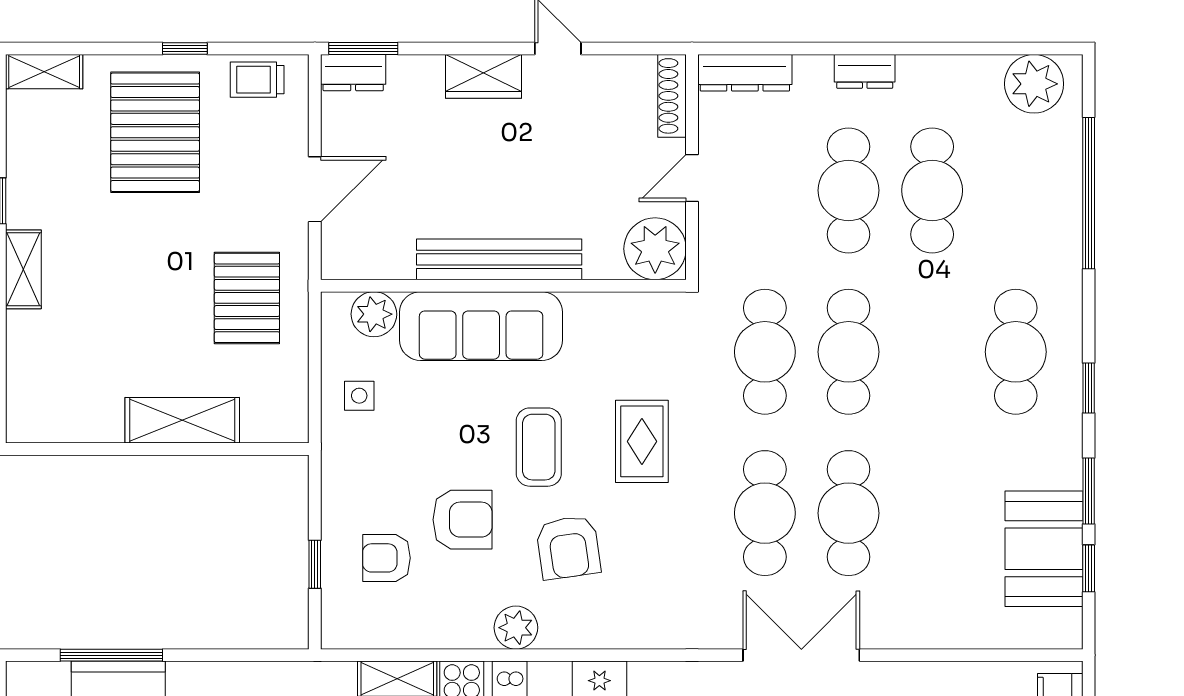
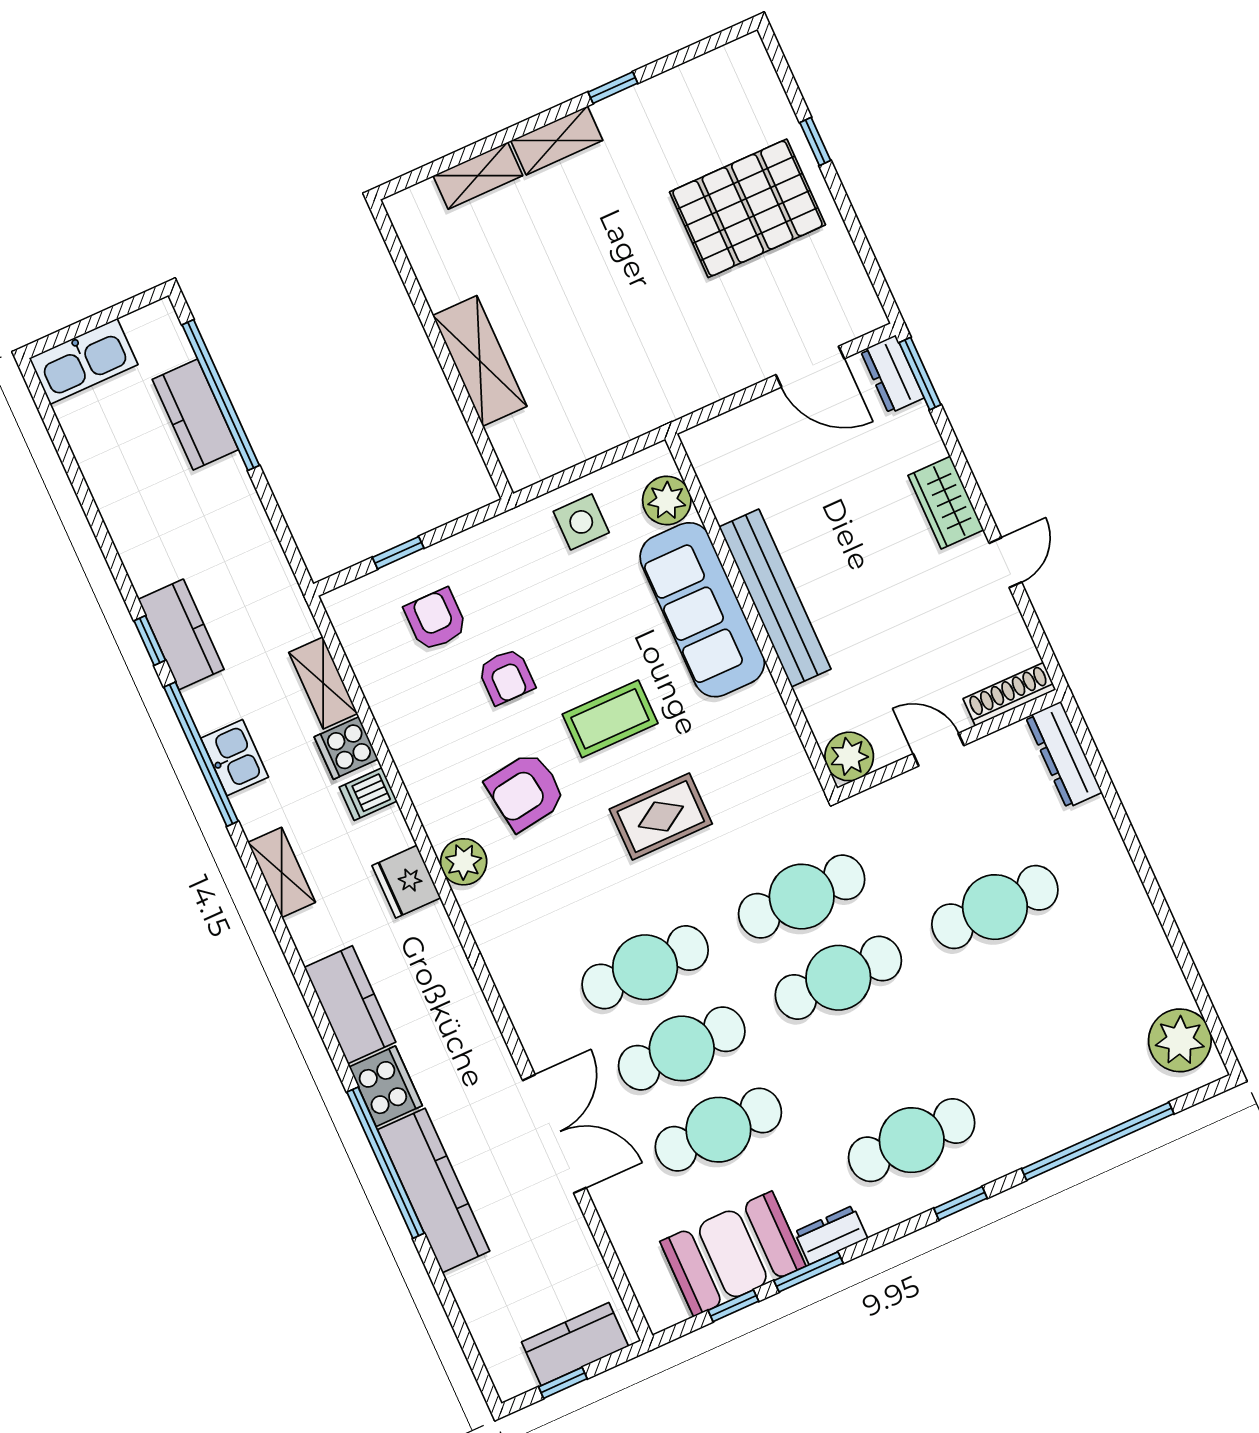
window: (185, 48) -> (815, 142), moved
dresser: (865, 71) -> (831, 1235), moved, turned 90
shelving: (44, 72) -> (478, 176), moved, turned 90
trolley: (257, 80) -> (843, 284), removed
door: (315, 189) -> (810, 367), moved
cafe table: (932, 190) -> (718, 1130), moved
plant: (655, 249) -> (849, 756), width x0.73, depth x0.73
pallet: (247, 298) -> (627, 370), removed
window: (1089, 388) -> (961, 1203), moved
side table: (359, 396) -> (581, 522), width x1.37, depth x1.37
armchair: (462, 520) -> (506, 677), width x0.72, depth x0.72
plant: (516, 628) -> (464, 862), moved
window: (111, 655) -> (221, 395), width x1.46
double door: (801, 655) -> (554, 1134), moved

